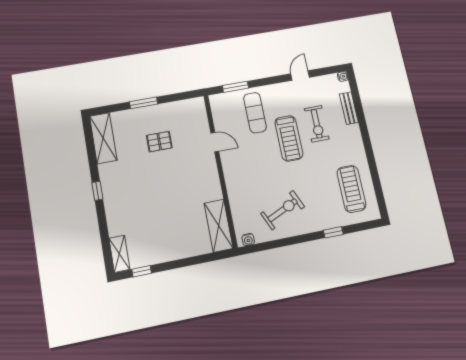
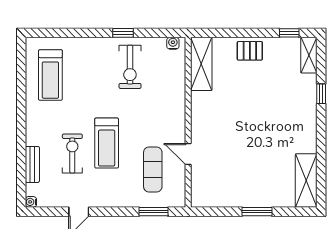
exercise mat: (255, 113) -> (153, 169), moved
treadmill: (289, 138) -> (107, 143), turned 180
pallet: (159, 142) -> (250, 51), moved
window: (97, 191) -> (321, 94), moved
exercise bike: (283, 210) -> (130, 67), turned -66
window: (333, 232) -> (123, 33), moved

